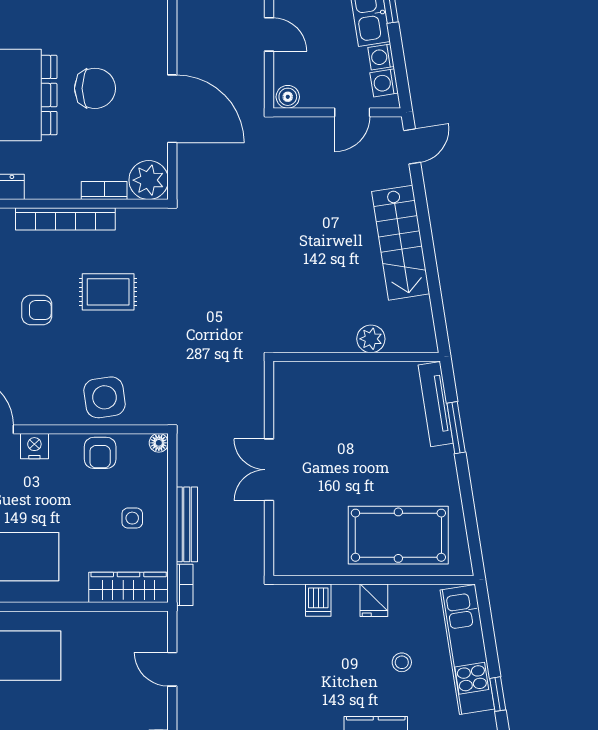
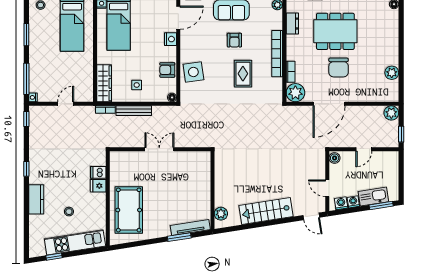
plant: (371, 339) -> (221, 214), moved
fridge: (374, 600) -> (98, 186), moved

